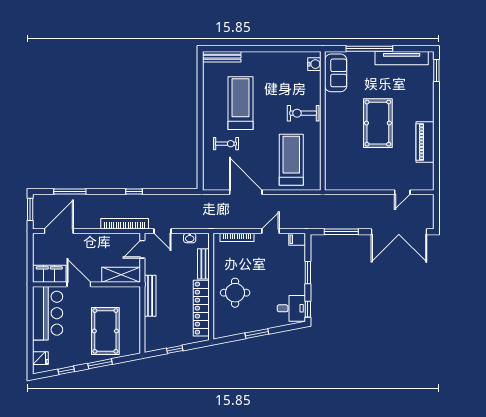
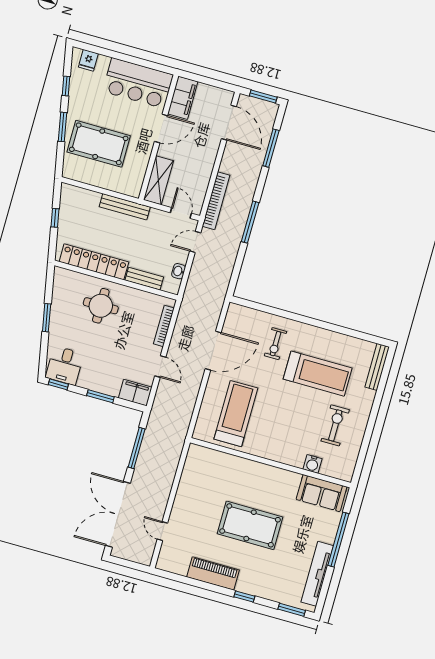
water cooler: (314, 64) -> (312, 464), moved
window: (436, 112) -> (244, 597), added
exercise bike: (303, 113) -> (335, 425), moved
treadmill: (291, 160) -> (236, 414), turned -90
window: (134, 192) -> (250, 222), width x2.17
filing cabinet: (297, 239) -> (135, 393), width x2.00

